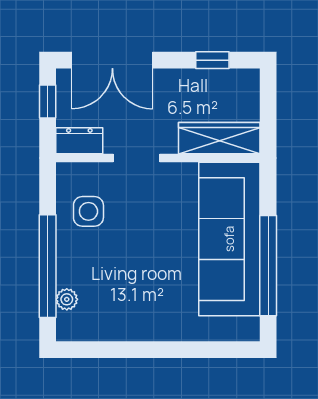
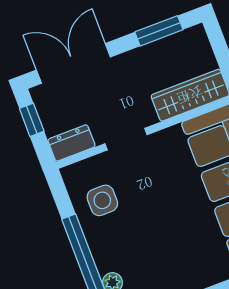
double door: (112, 60) -> (73, 63), swing flipped
window: (212, 60) -> (159, 31), width x1.50

